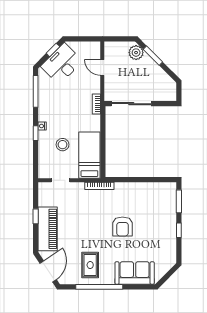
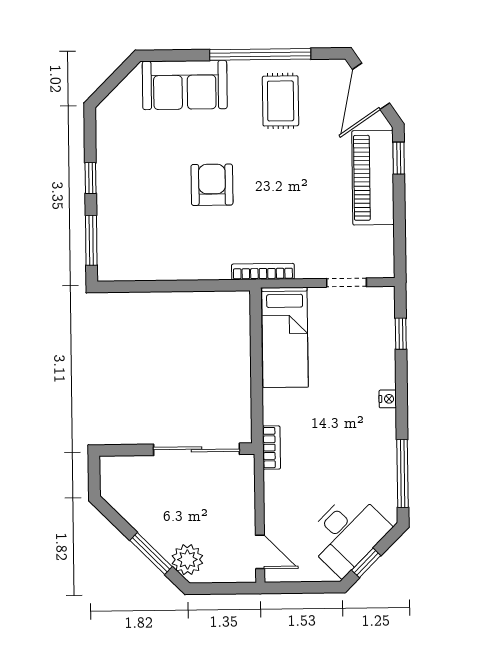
door: (102, 67) -> (260, 552), moved
window: (36, 133) -> (401, 334), moved
stool: (63, 145) -> (343, 359), removed
window: (36, 216) -> (399, 158), moved

